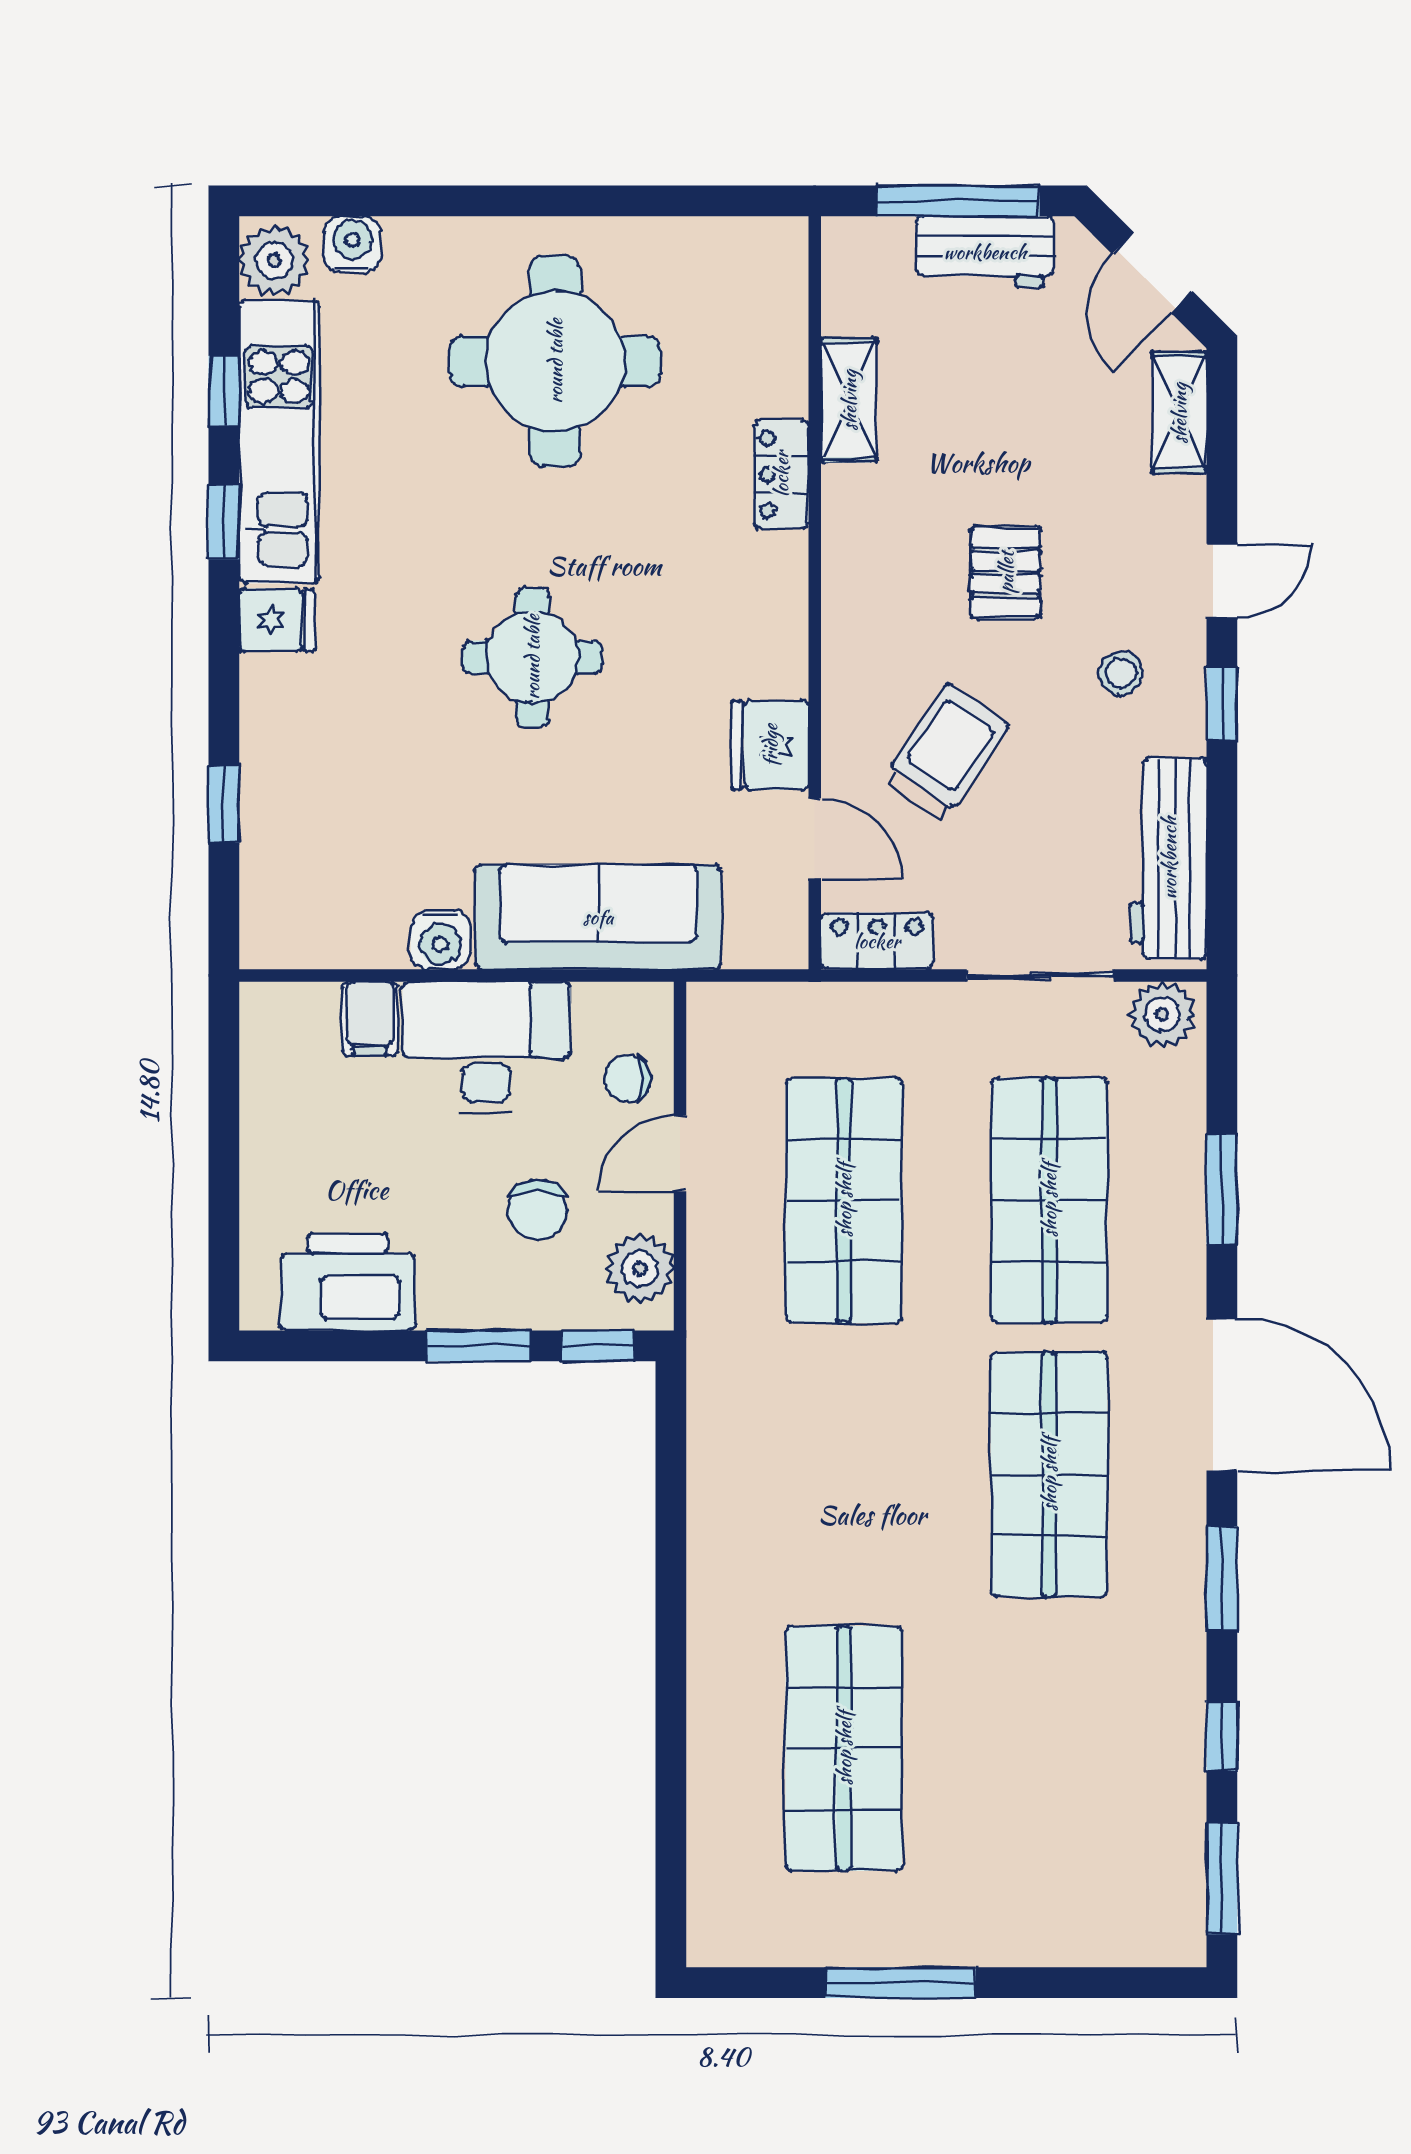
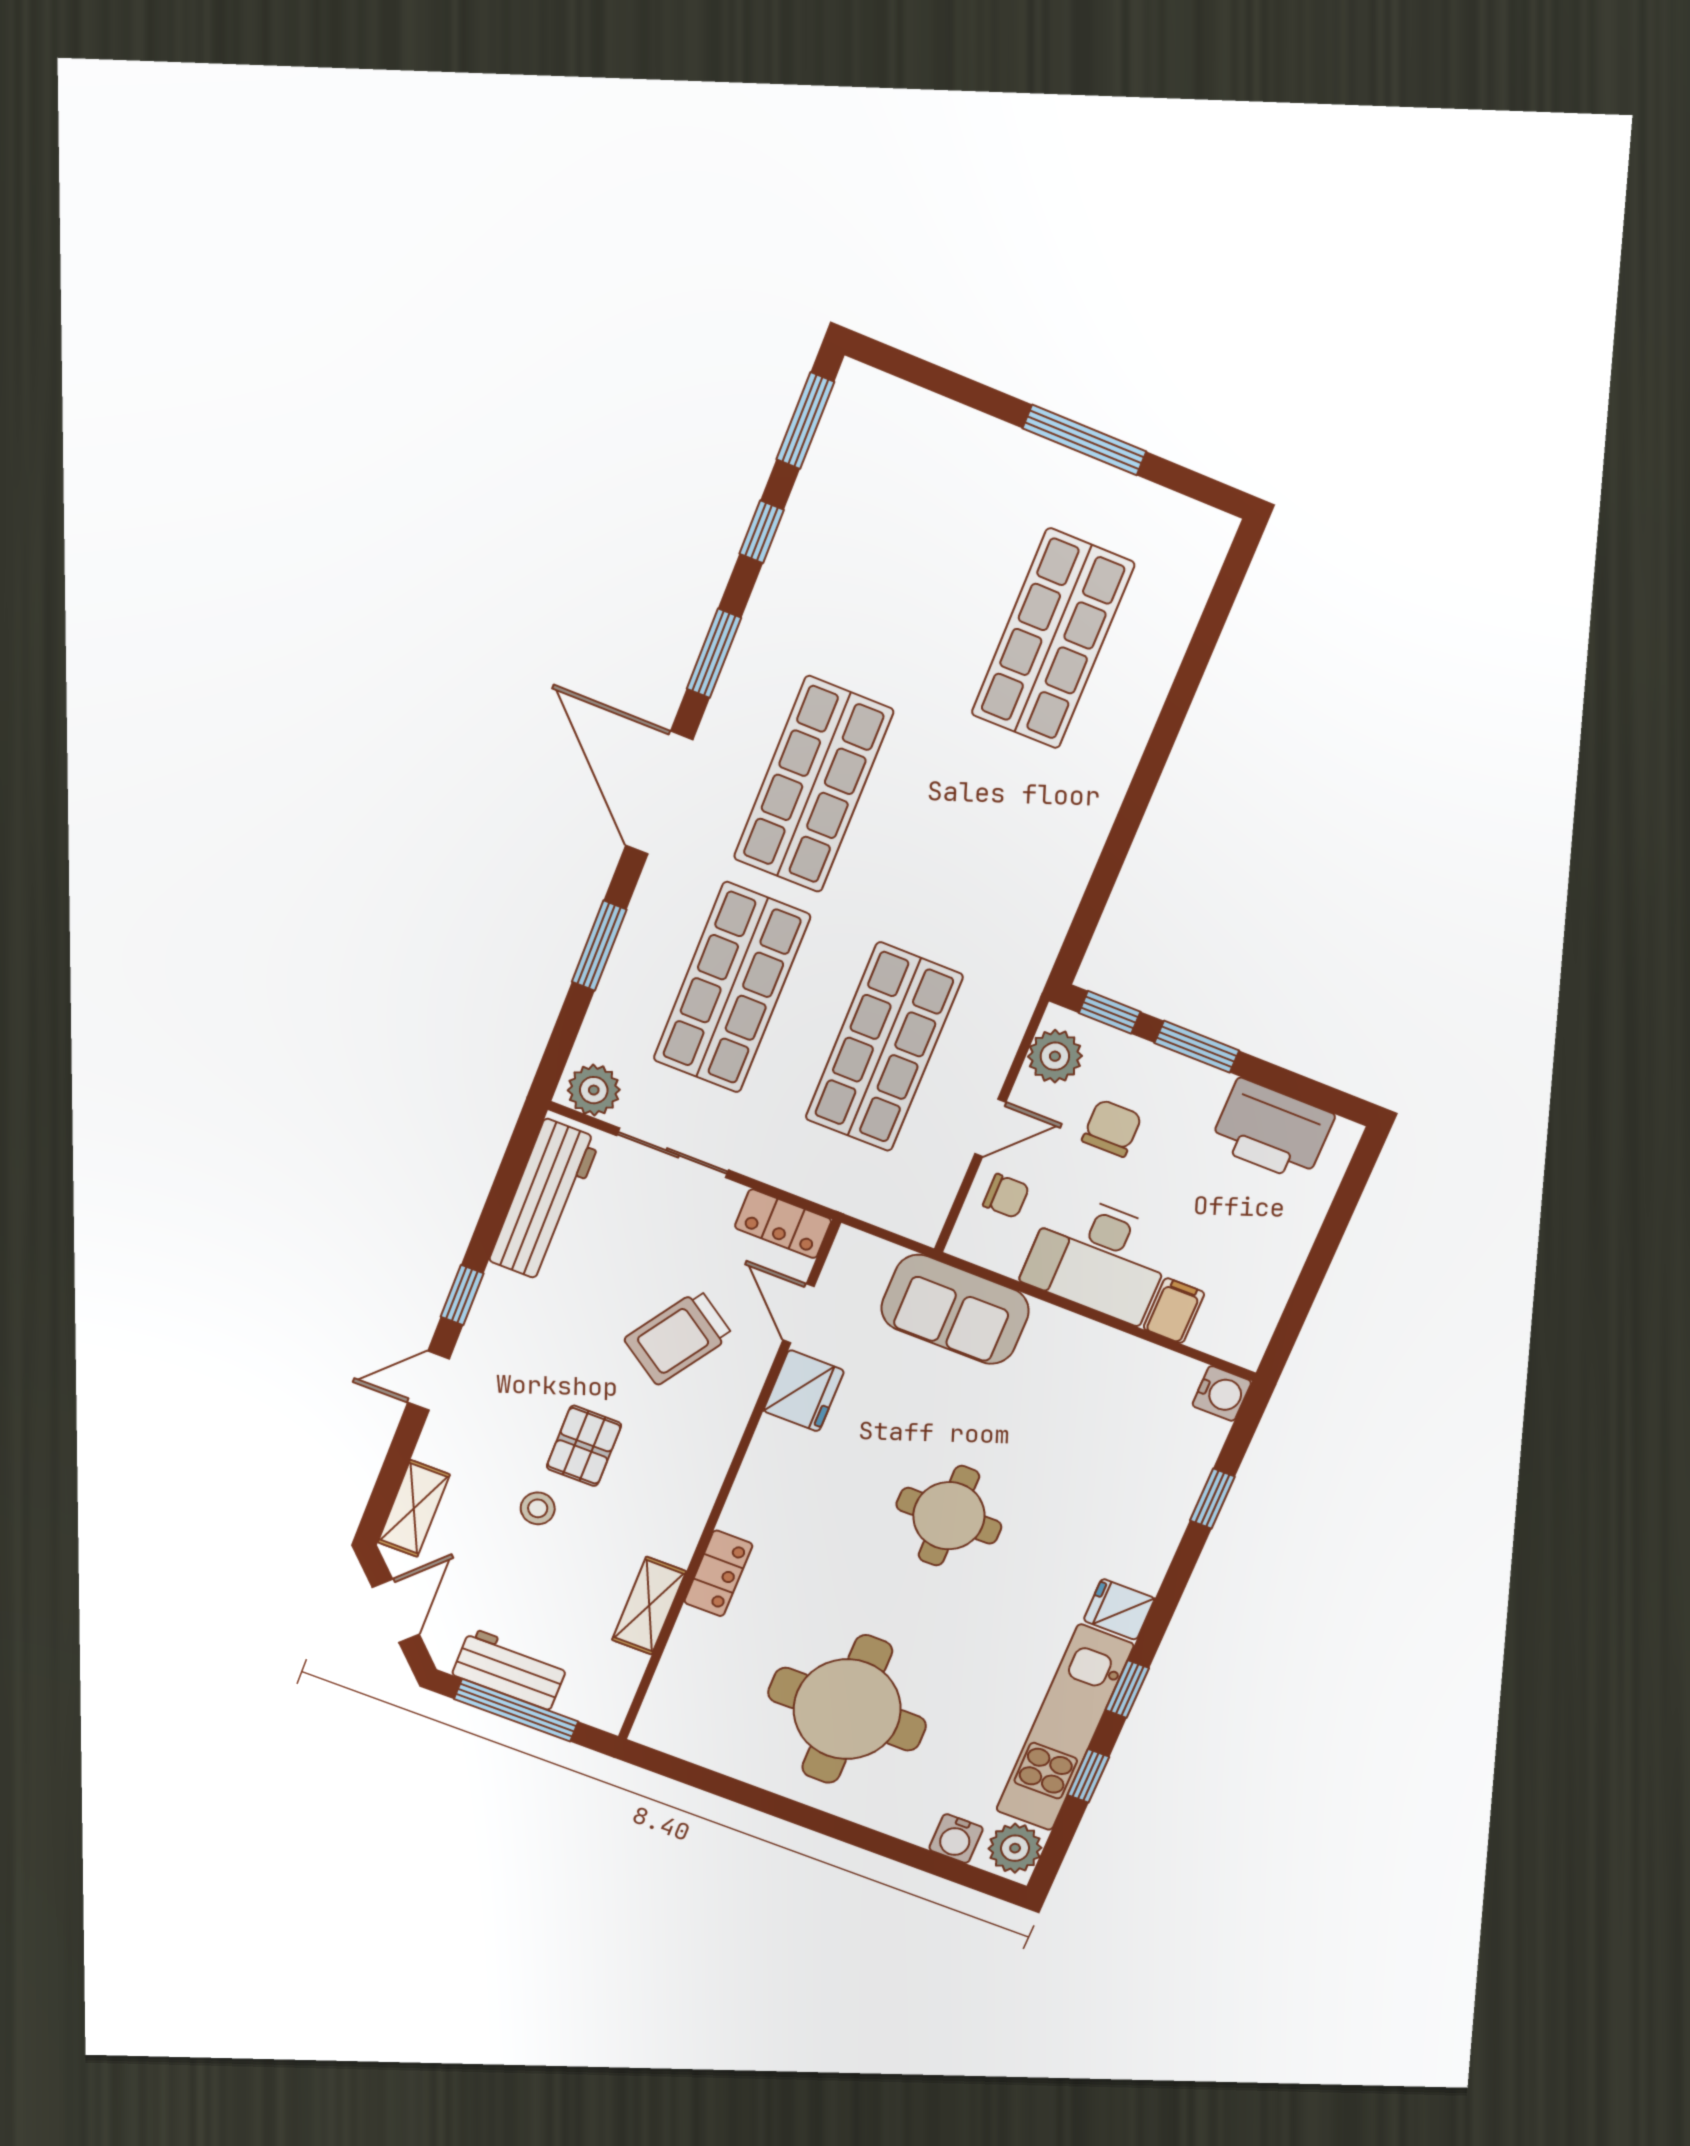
stool: (1121, 673) -> (538, 1508), moved
sofa: (598, 917) -> (955, 1309), width x0.73
water cooler: (440, 939) -> (1222, 1393), moved, turned 90

